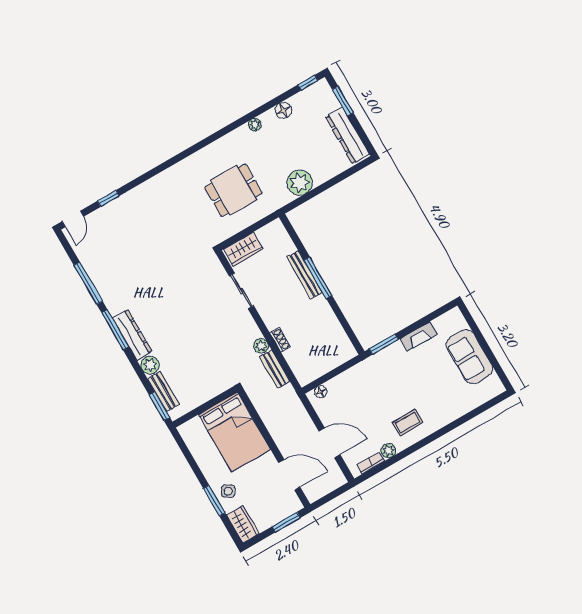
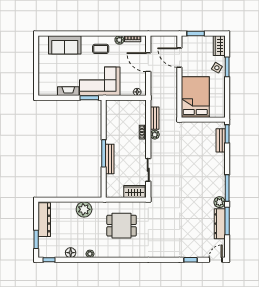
dresser: (132, 335) -> (220, 224), moved
sofa: (469, 357) -> (65, 45), moved, turned 90
plant: (150, 365) -> (220, 202), moved
corner sofa: (382, 376) -> (100, 81), added

